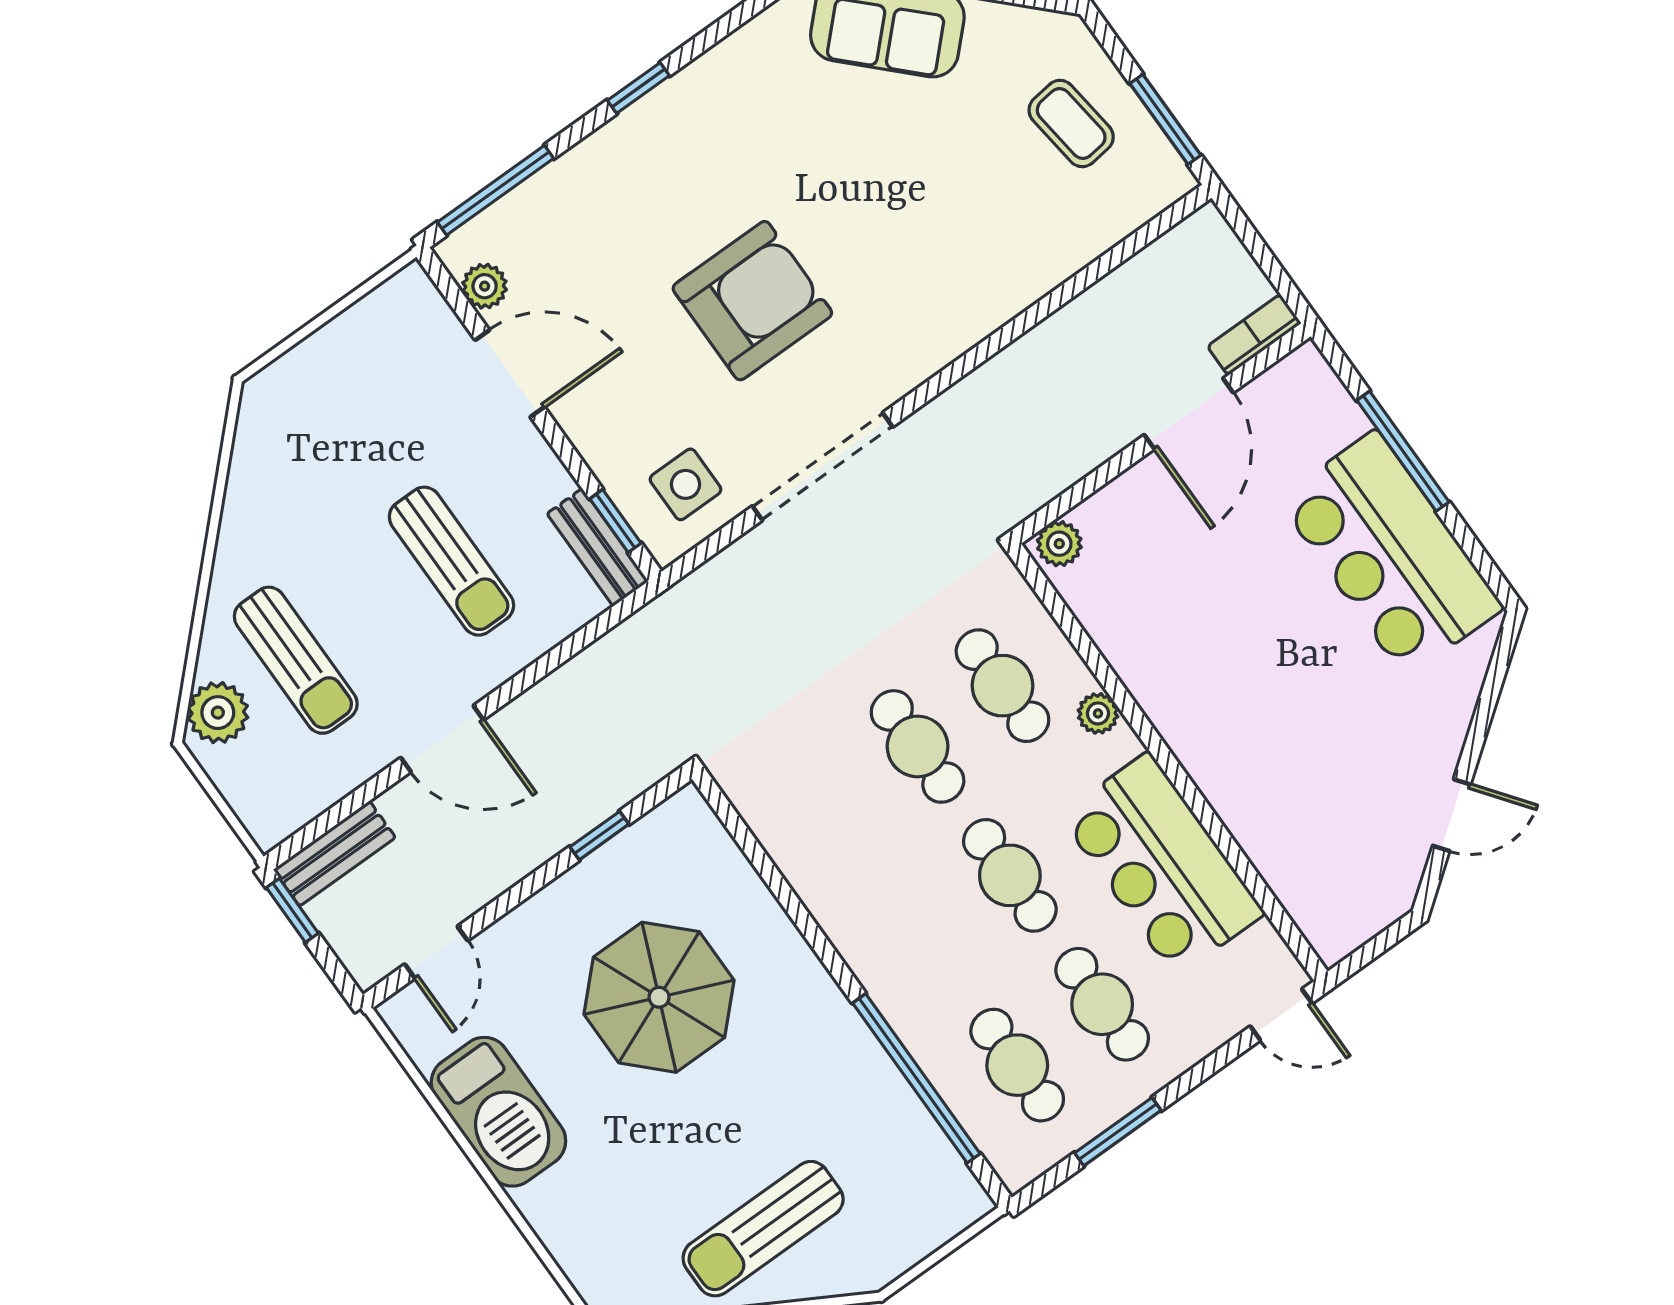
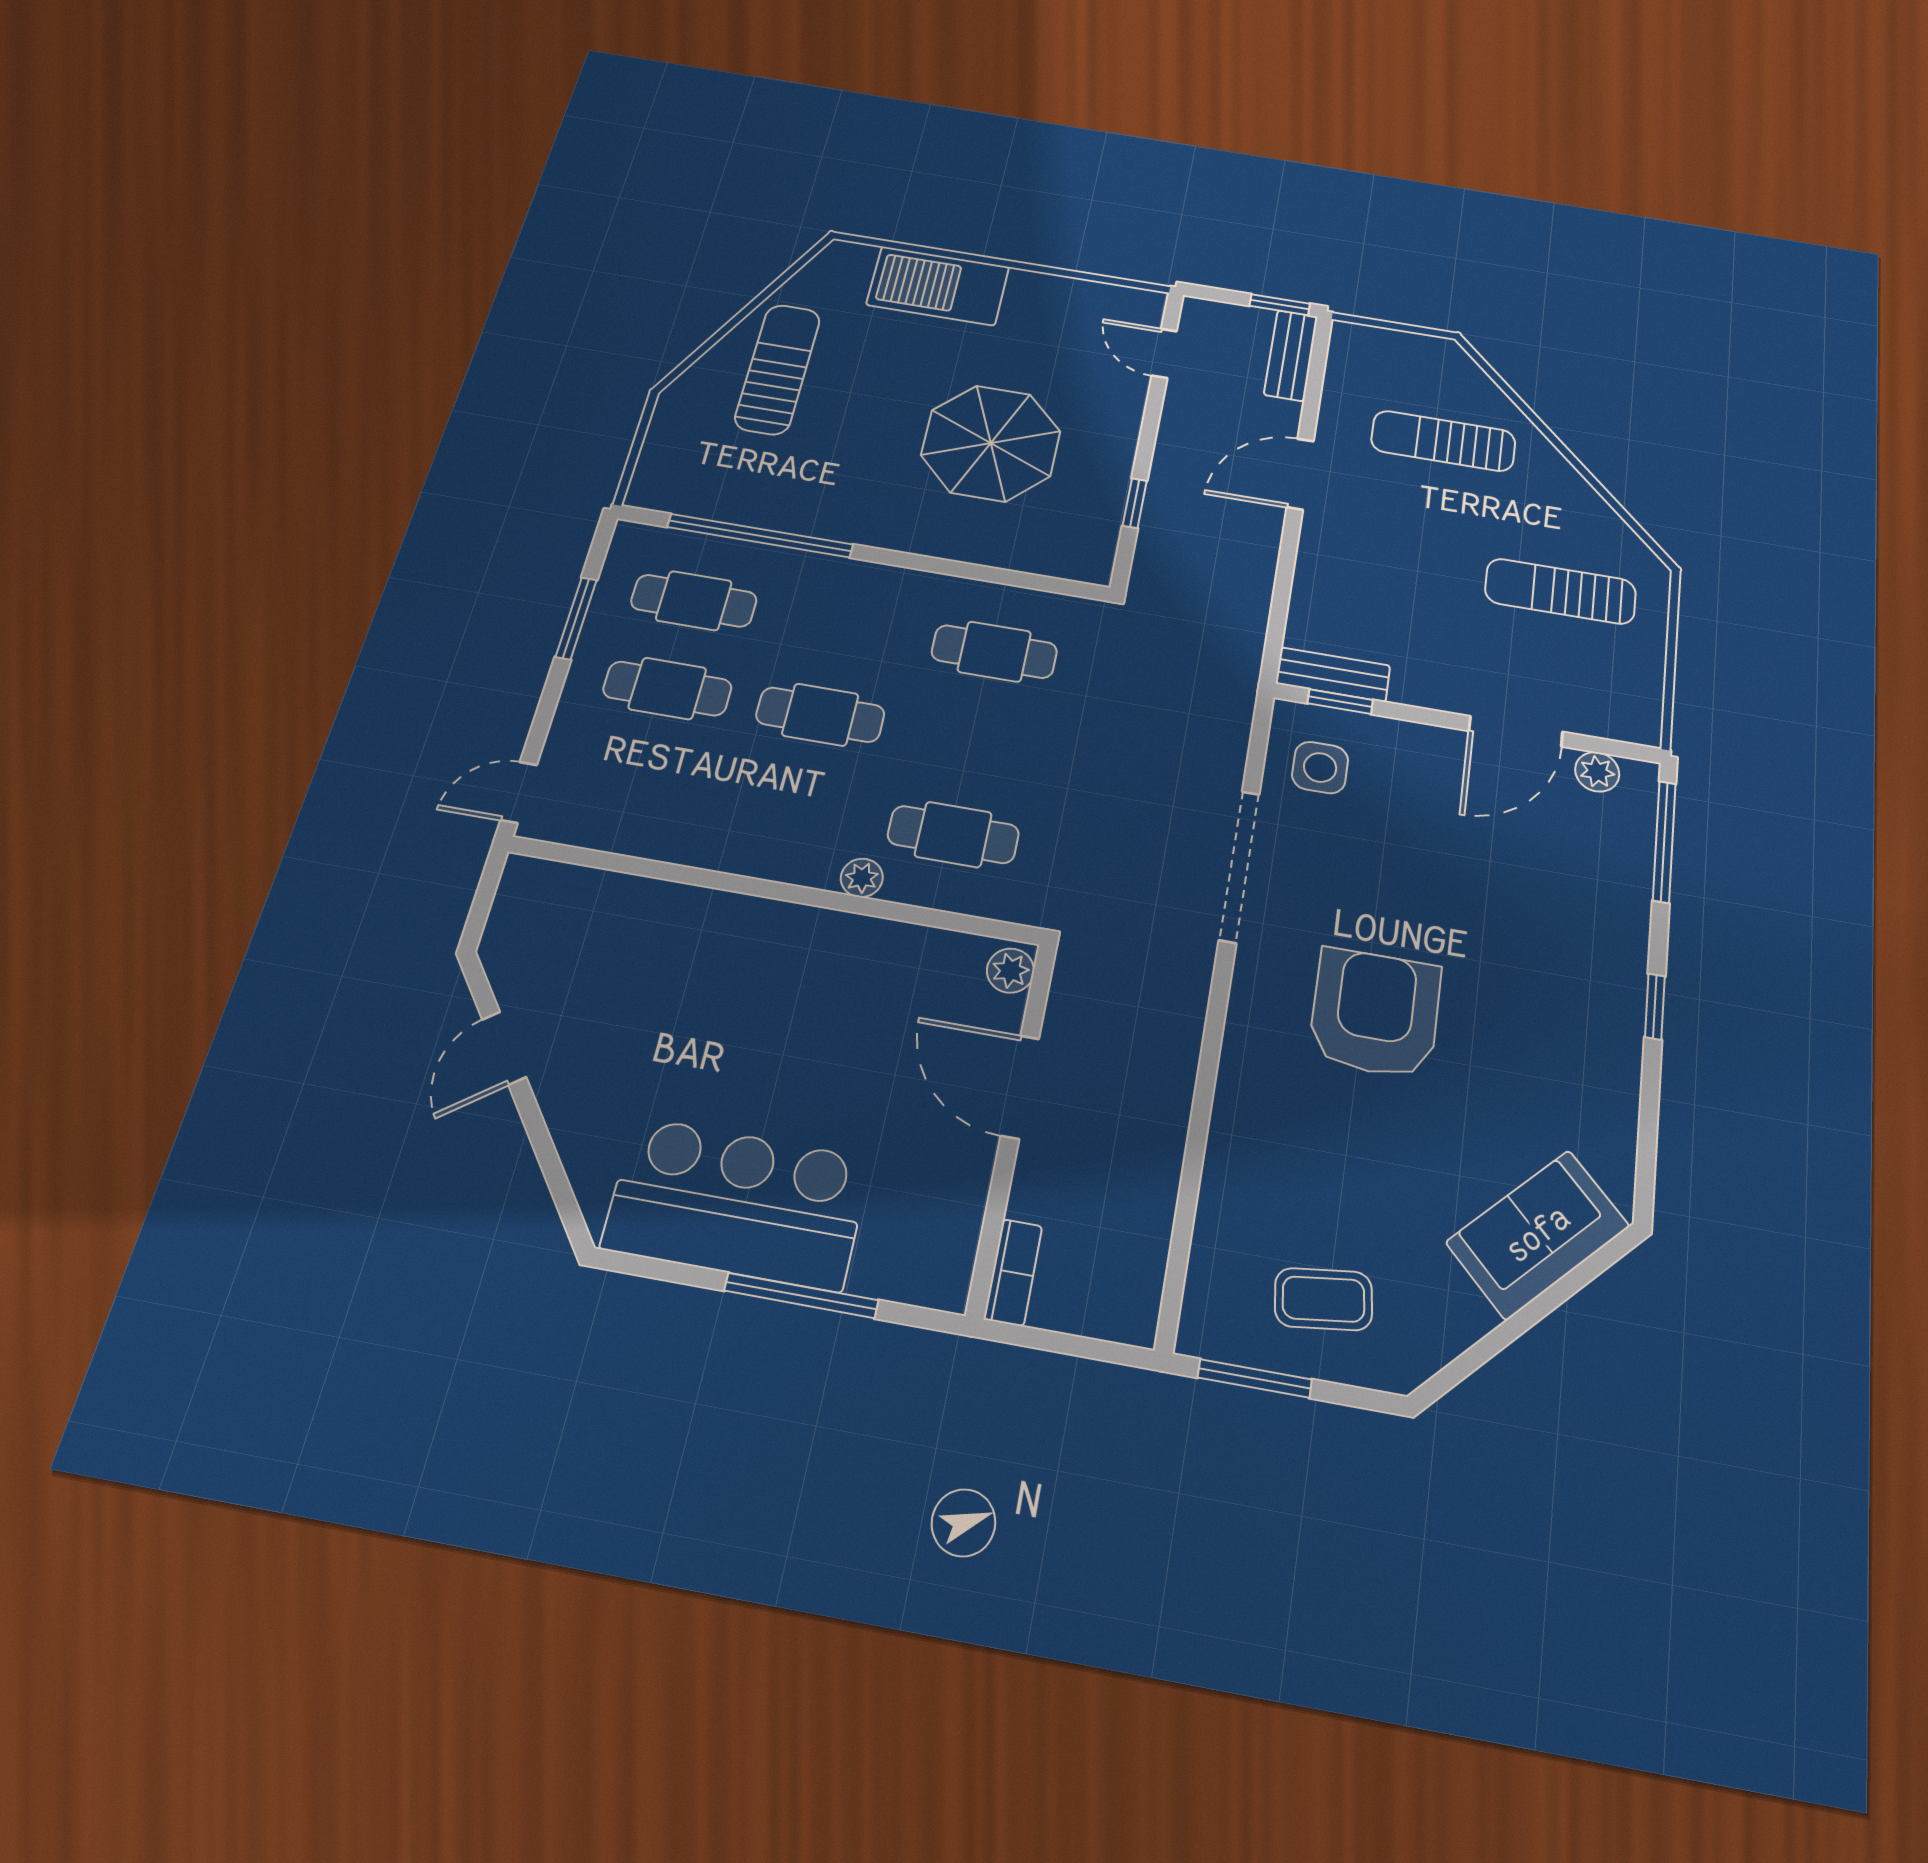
armchair: (752, 301) -> (1375, 1013), moved, turned 180
door: (1189, 414) -> (1020, 1087), moved
sun lounger: (451, 561) -> (1560, 591), moved
plant: (218, 713) -> (1454, 373), removed
cafe table: (918, 746) -> (994, 652), moved
bar counter: (1162, 864) -> (711, 817), removed
barbecue: (498, 1112) -> (938, 286), moved

